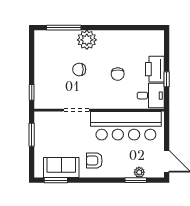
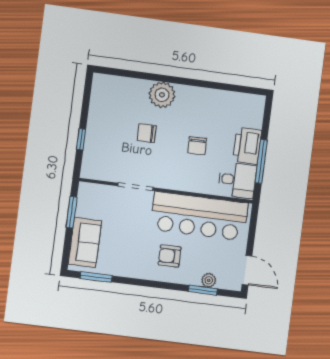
window: (64, 28) -> (133, 74), removed
window: (167, 79) -> (261, 161), width x2.17
window: (32, 92) -> (81, 139), moved
armchair: (94, 161) -> (170, 256), moved
sofa: (61, 167) -> (85, 242), moved, turned 90

